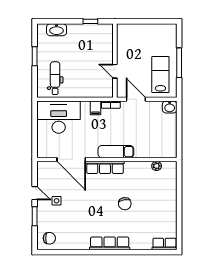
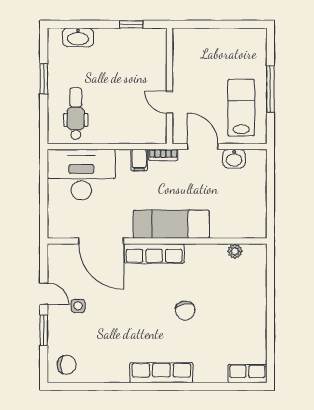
washbasin: (170, 107) -> (234, 159), moved
exam couch: (116, 152) -> (171, 224), width x1.36, depth x1.45

